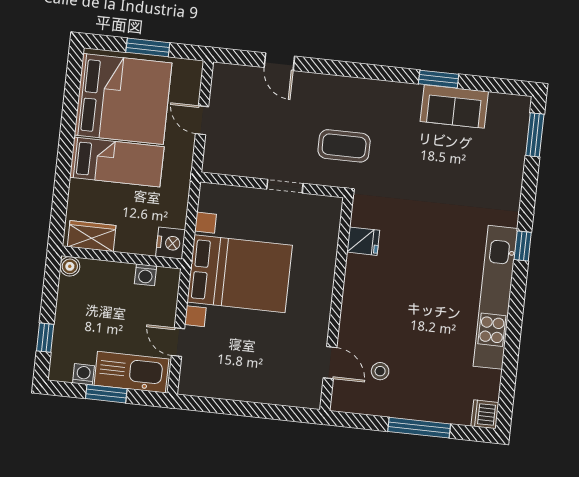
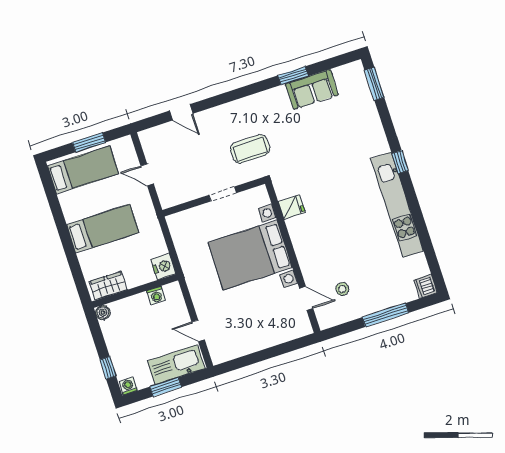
bed: (123, 99) -> (83, 170), width x0.49
bed with nightstands: (240, 274) -> (250, 255), moved, turned 180
washing machine: (83, 374) -> (128, 386), moved

